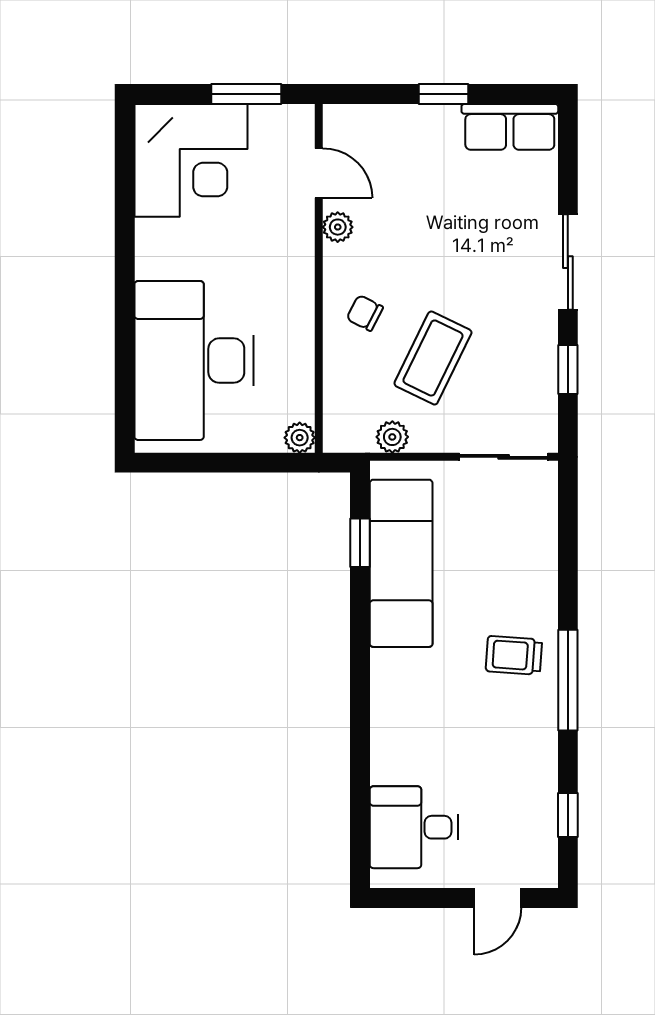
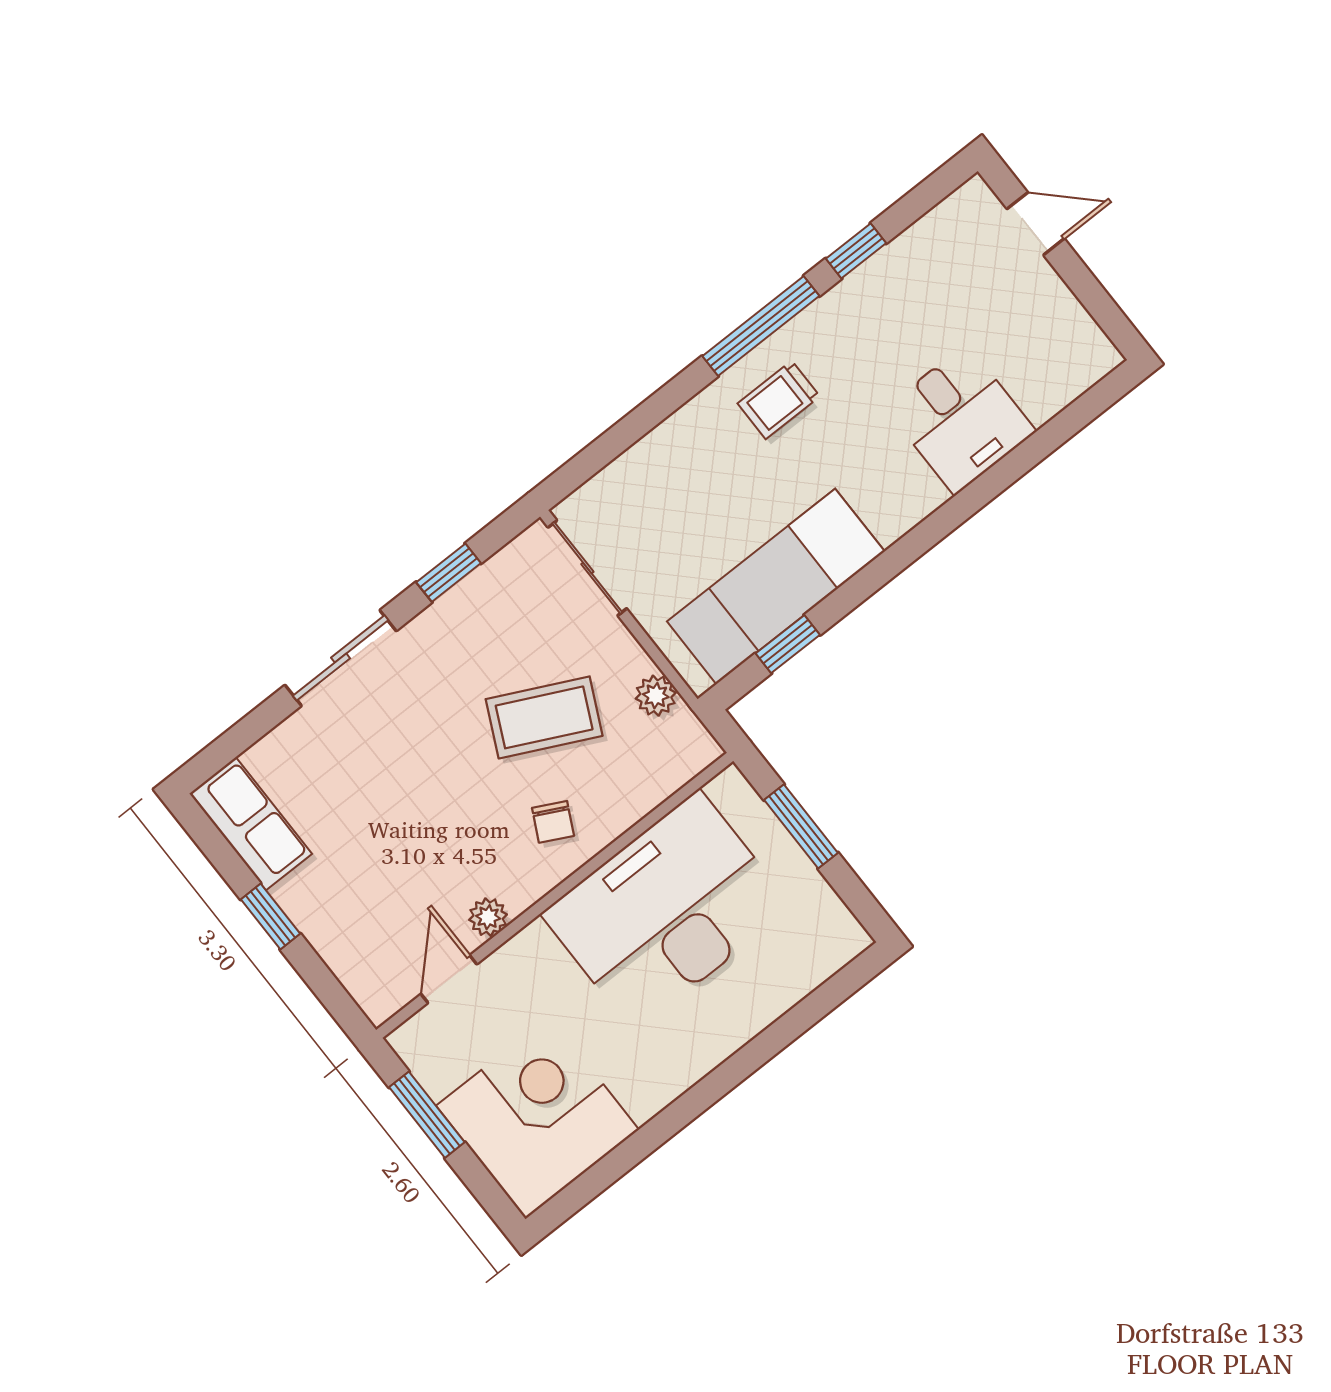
desk: (194, 361) -> (667, 911), moved, turned 180
plant: (300, 438) -> (730, 788), removed
window: (242, 463) -> (801, 826), added
trolley: (514, 655) -> (779, 400), turned 86
window: (568, 815) -> (856, 251), moved
desk: (414, 827) -> (961, 419), moved

